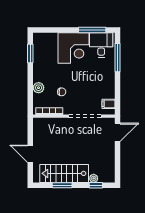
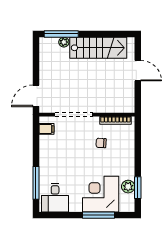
window: (92, 30) -> (98, 215), moved
corner desk: (73, 48) -> (101, 194), moved
plant: (39, 88) -> (128, 187), moved
window: (62, 185) -> (101, 34), removed
window: (96, 185) -> (61, 34), width x2.17

